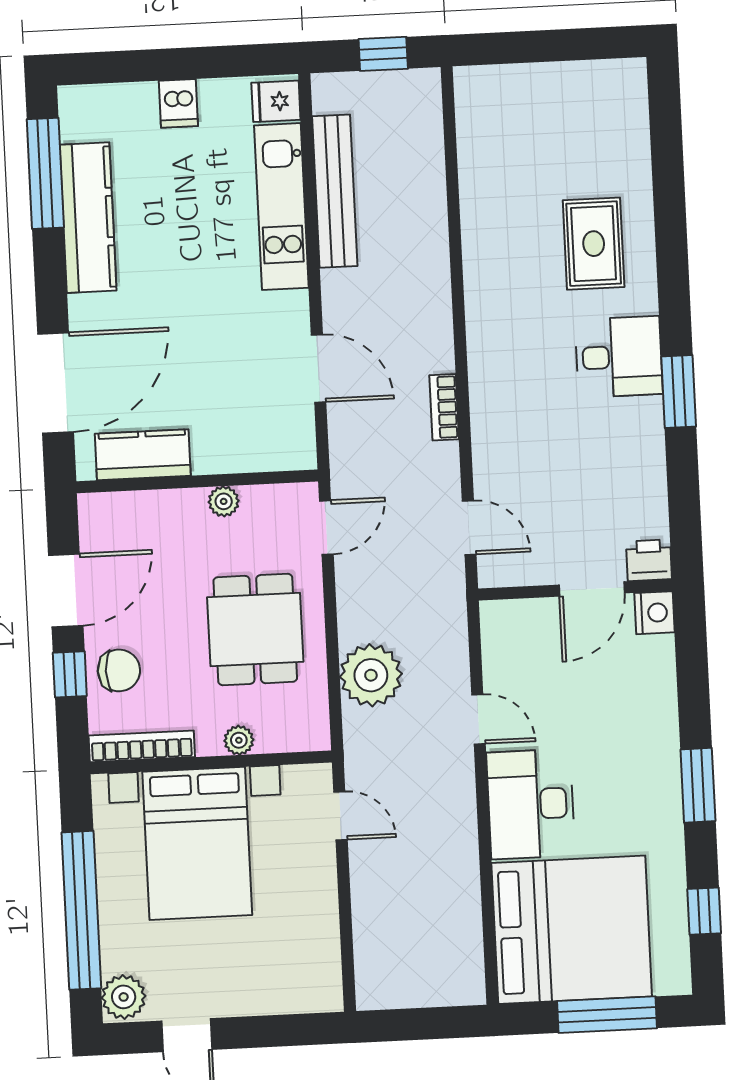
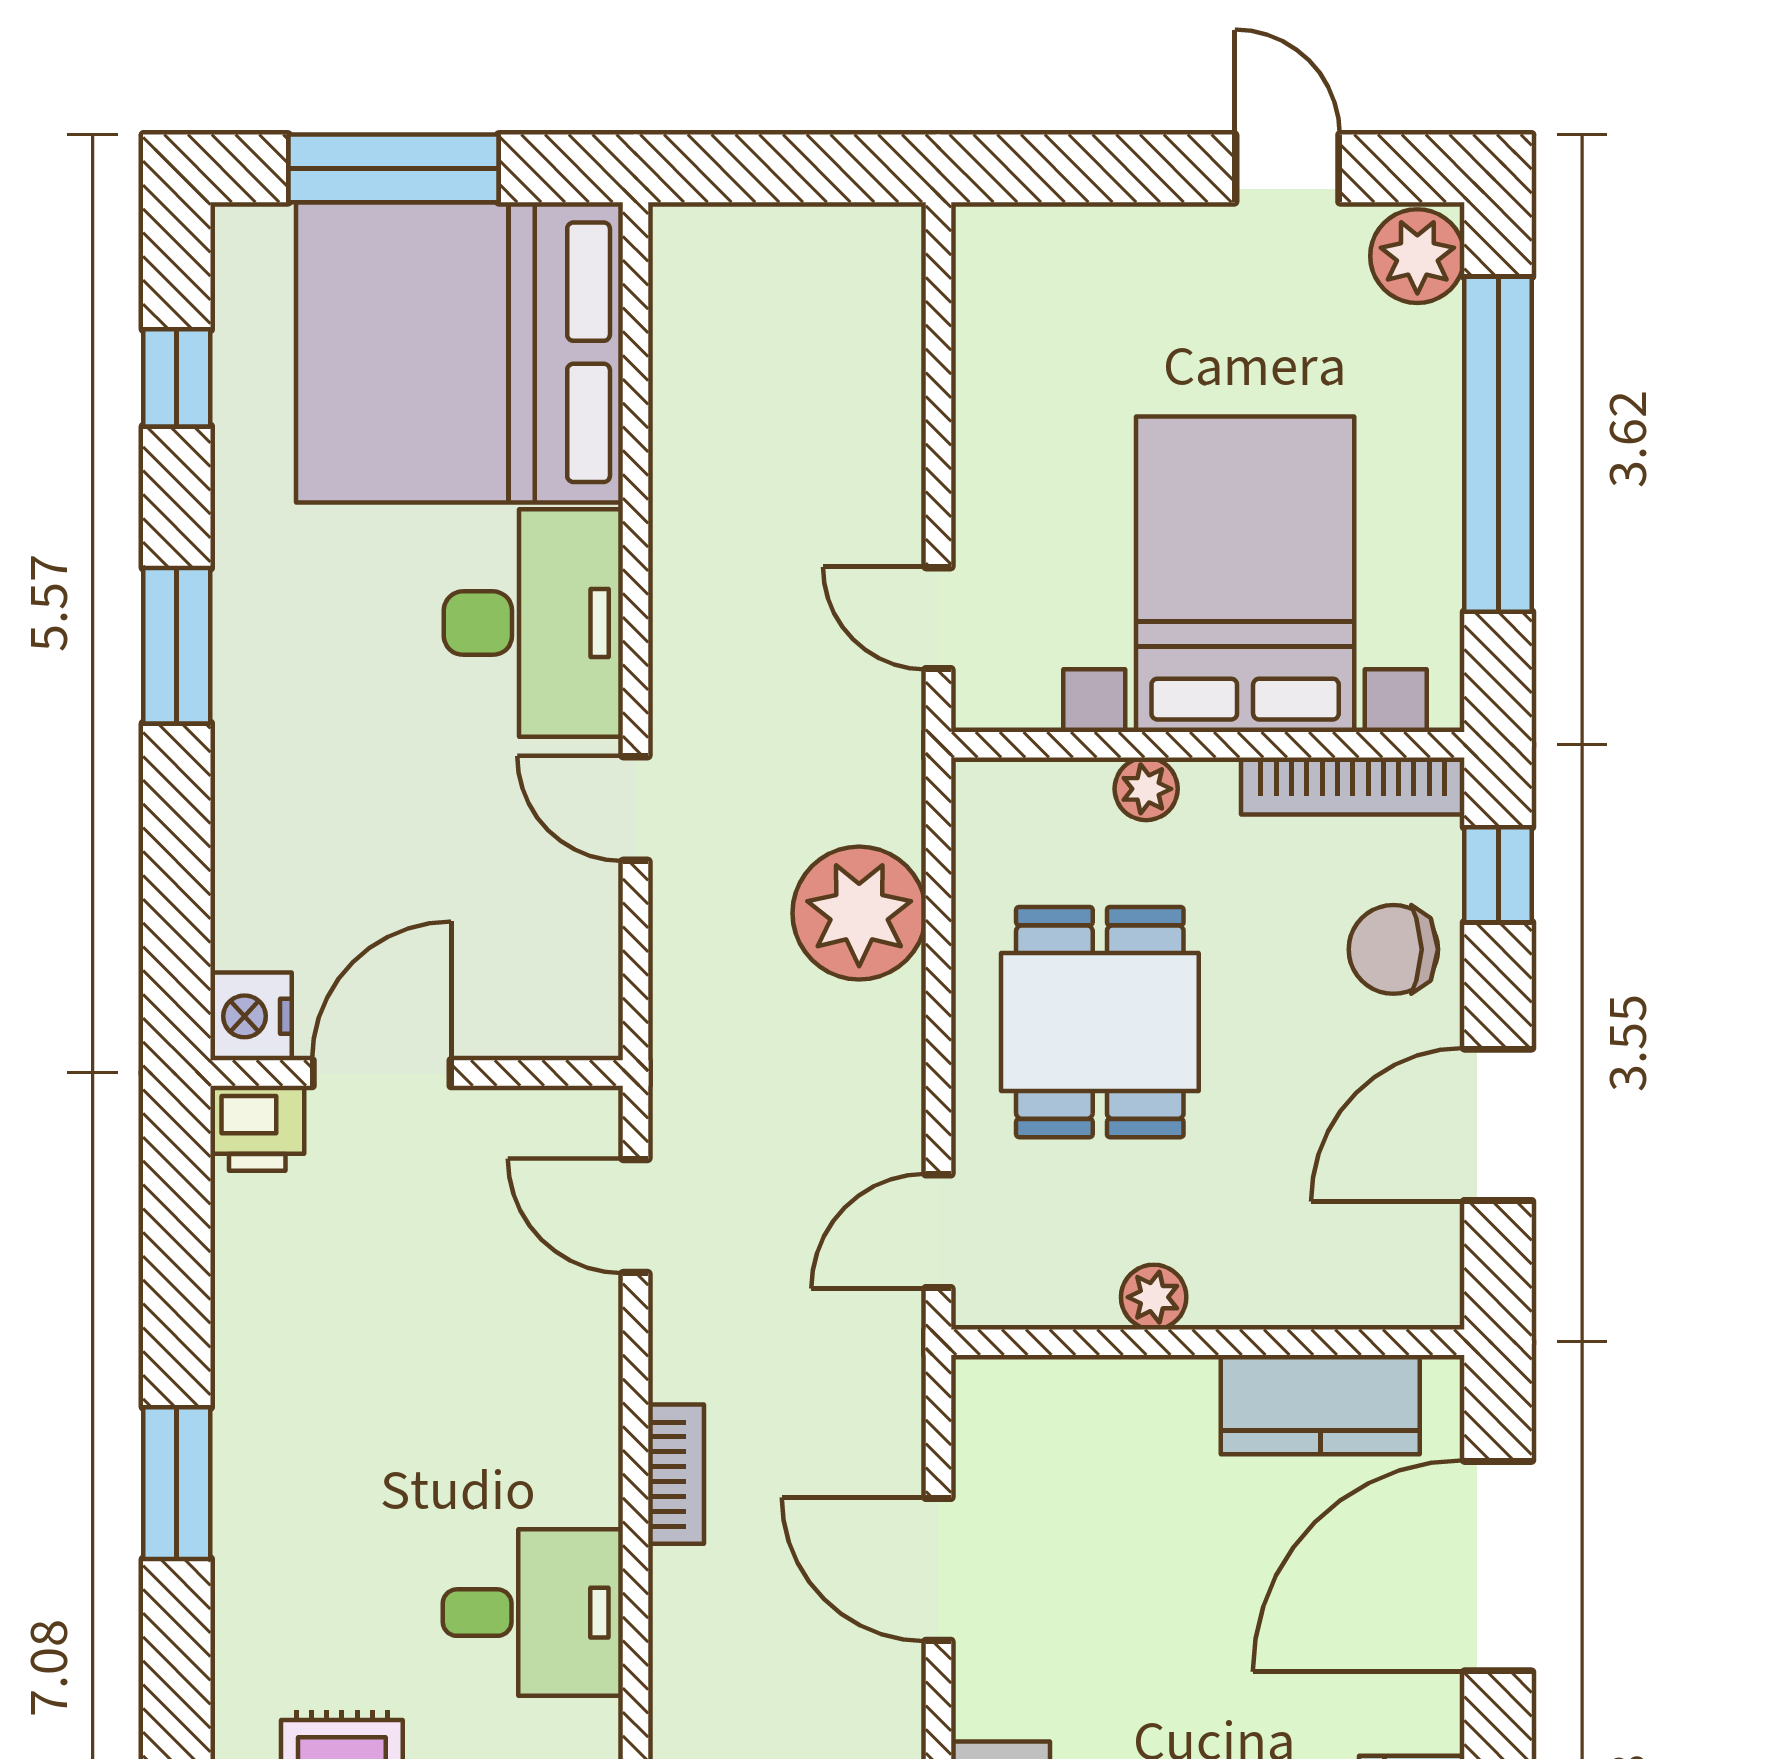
desk: (619, 357) -> (533, 1613), moved, turned 180
window: (70, 674) -> (1498, 875), moved

